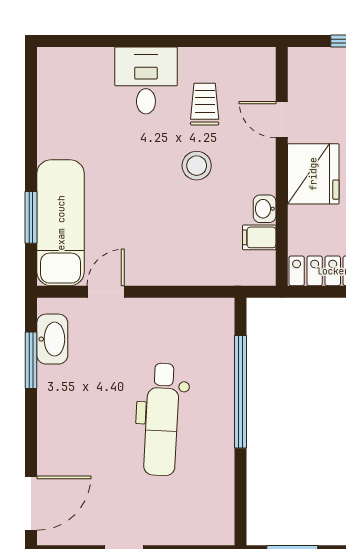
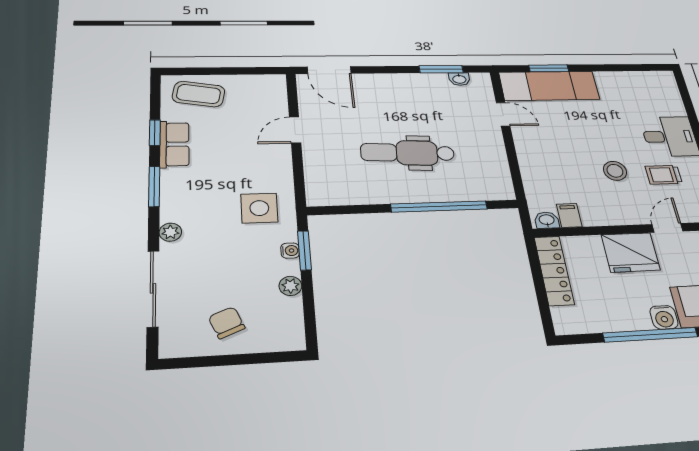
trolley: (205, 104) -> (664, 175), turned 180
washbasin: (265, 209) -> (547, 220), moved
washbasin: (52, 339) -> (459, 79), width x0.52, depth x0.69

